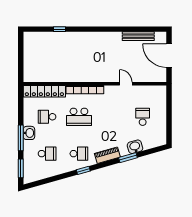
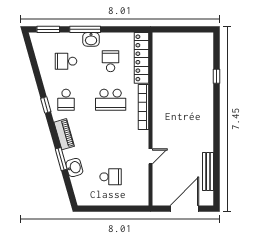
school desk: (79, 117) -> (111, 100), turned -90
school desk: (47, 154) -> (66, 61), turned 90

